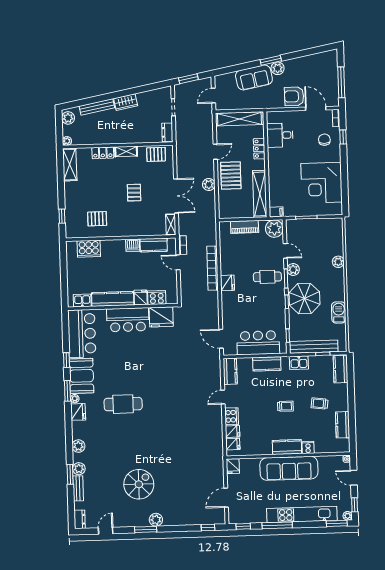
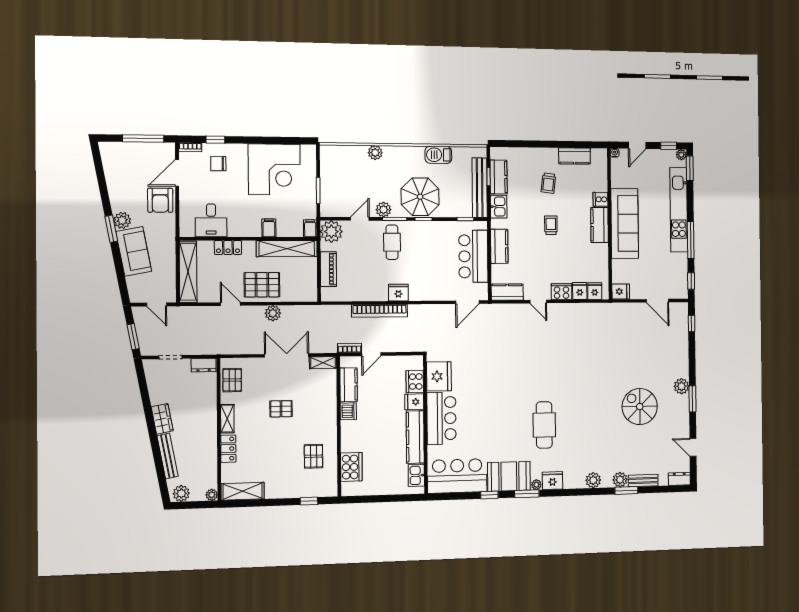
filing cabinet: (276, 180) -> (269, 228), added
kitchen counter: (341, 369) -> (499, 177), moved, turned -90

